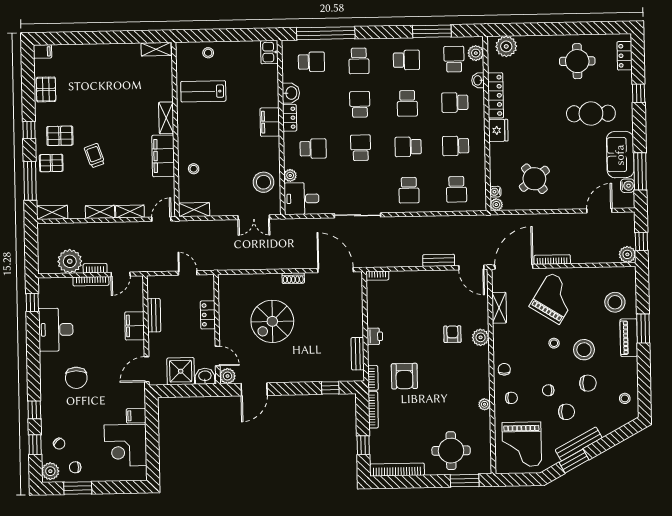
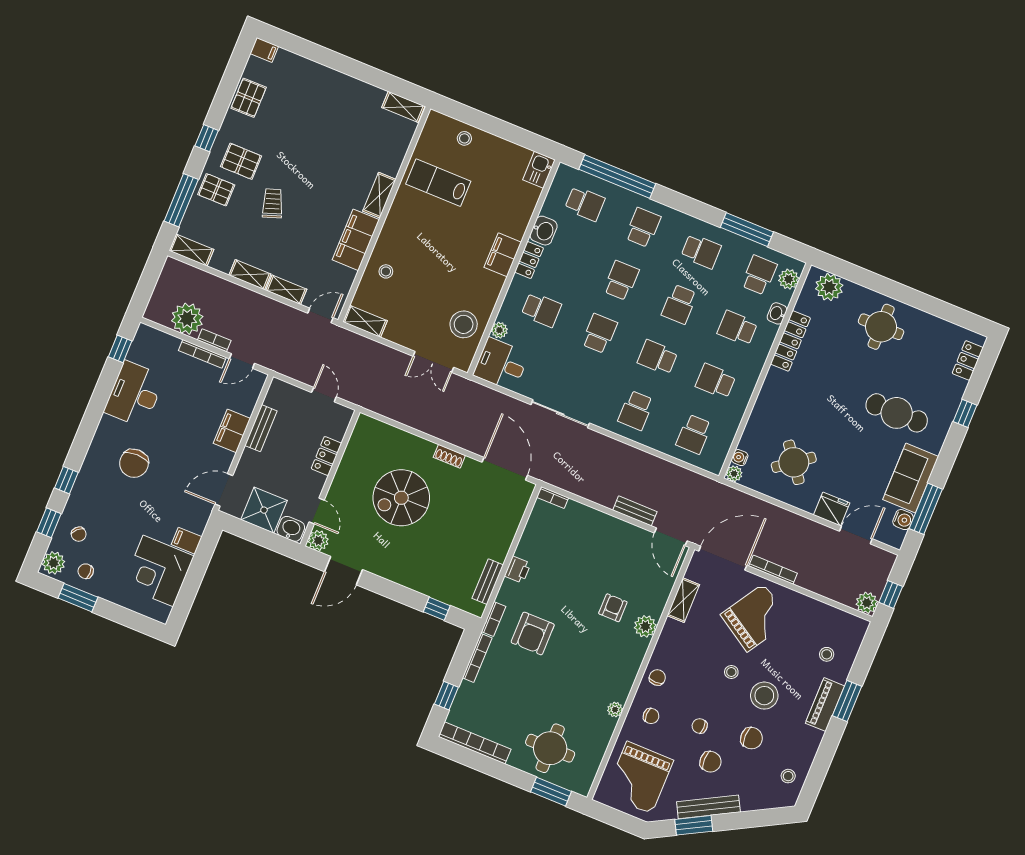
school desk: (359, 61) -> (643, 227), turned 180
round table: (577, 61) -> (881, 327), moved
fridge: (498, 130) -> (832, 509), moved, turned -90
stool: (615, 302) -> (827, 654), width x0.53, depth x0.53

